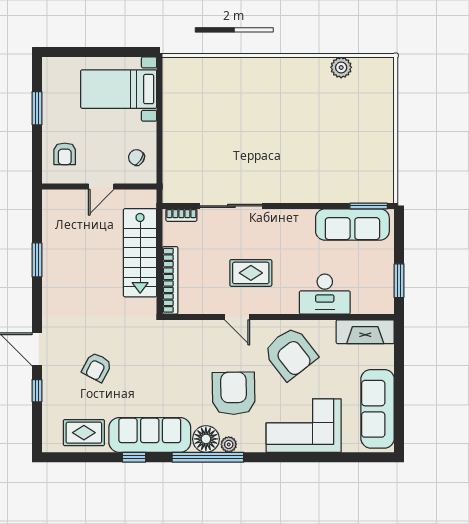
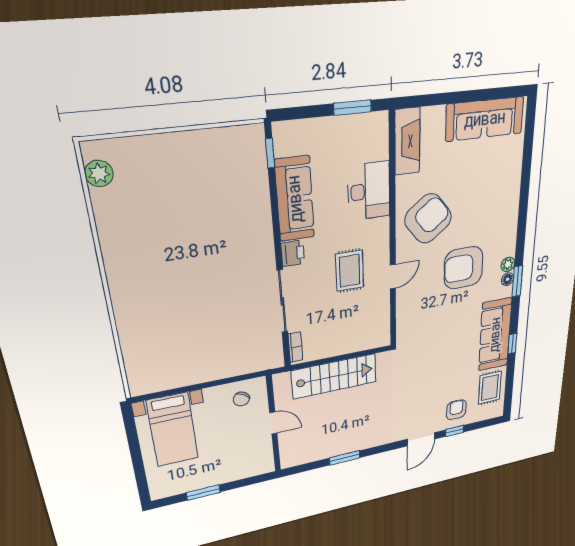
plant: (341, 67) -> (99, 173), moved
armchair: (65, 154) -> (245, 460), removed
window: (369, 206) -> (270, 153), width x0.67
printer: (277, 219) -> (293, 253), added
sofa: (352, 225) -> (295, 199), moved
bookcase: (170, 280) -> (359, 345), removed
armchair: (97, 367) -> (456, 410), moved, turned -116
corner sofa: (304, 426) -> (496, 195), removed
floor lamp: (206, 439) -> (508, 279), width x0.53, depth x0.53
window: (208, 457) -> (517, 281), width x0.47

